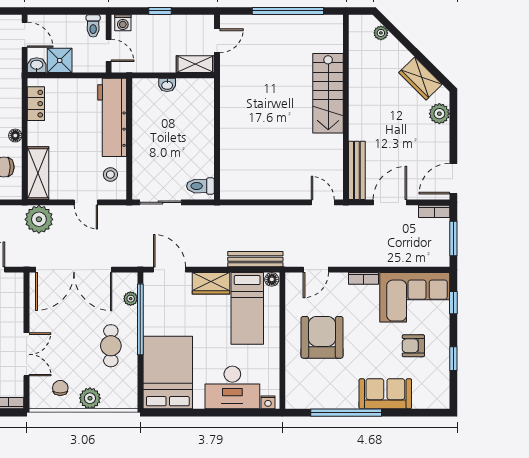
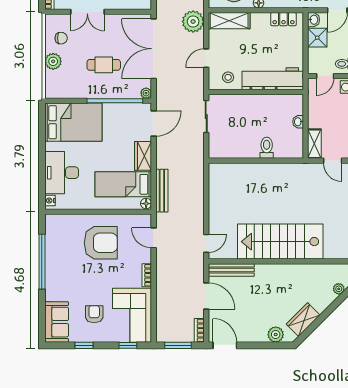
stairs: (328, 93) -> (280, 242), width x1.36, depth x1.51
toilet: (200, 186) -> (267, 148), moved
plant: (131, 299) -> (146, 93), moved
cafe table: (111, 346) -> (104, 65), moved
sofa: (385, 394) -> (57, 322), moved

